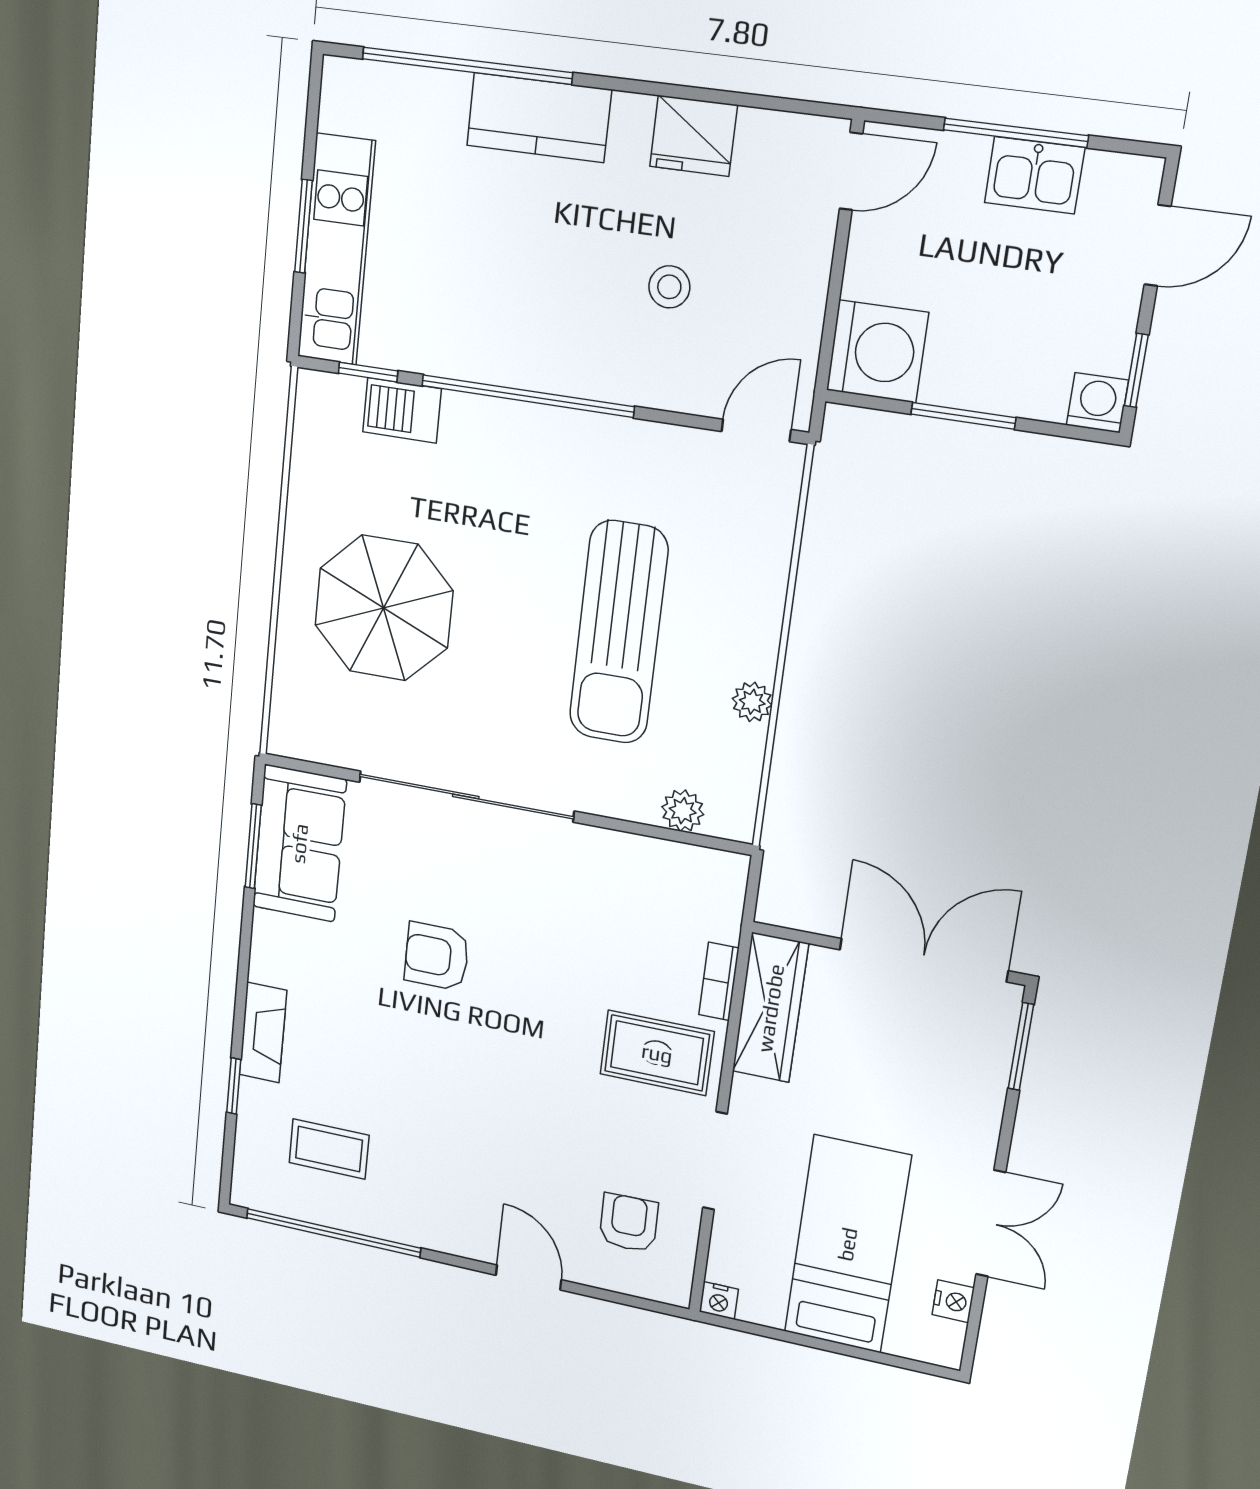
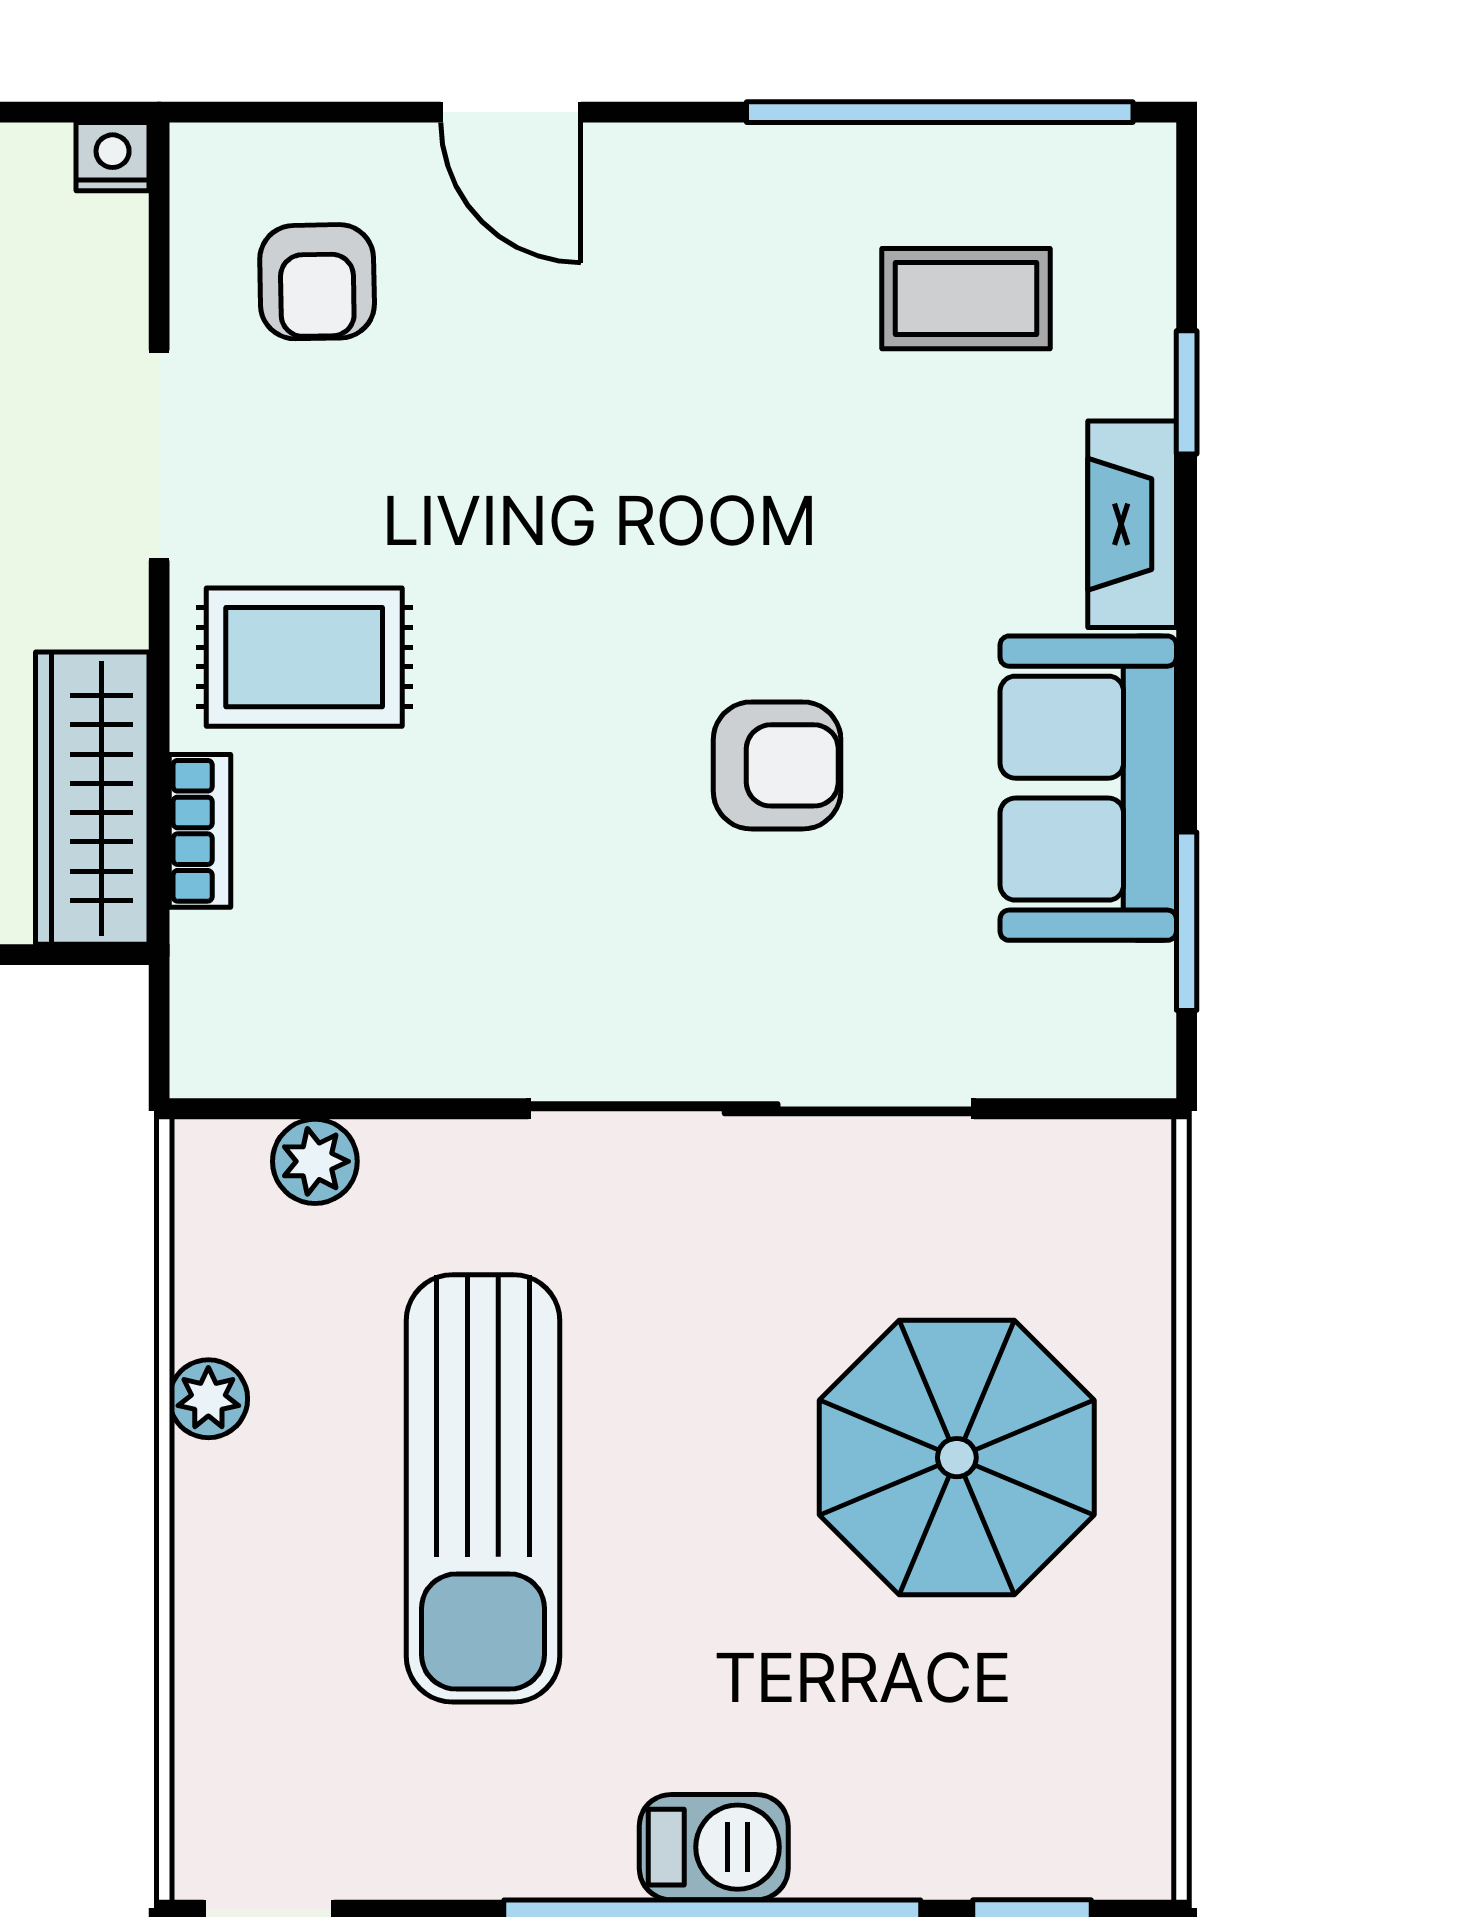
barbecue: (402, 410) -> (714, 1847), moved
sun lounger: (619, 632) -> (483, 1488), turned 180
sofa: (299, 843) -> (1088, 788), moved

